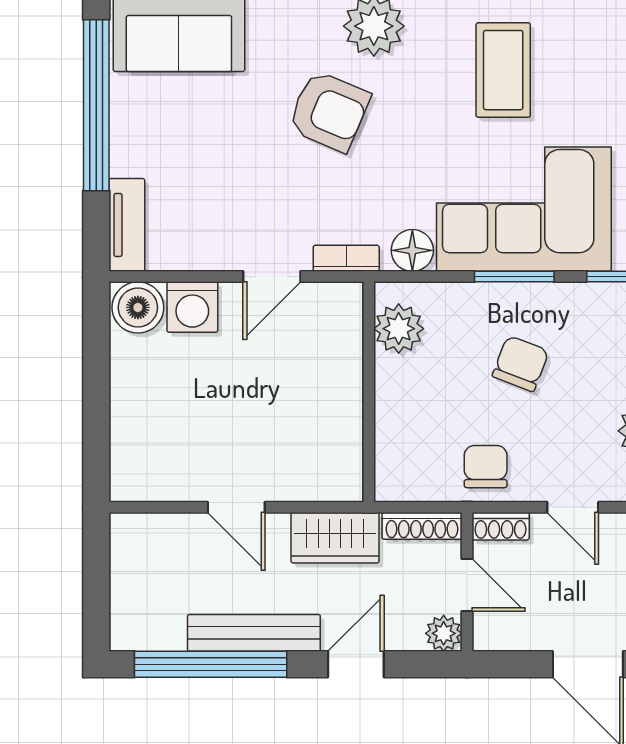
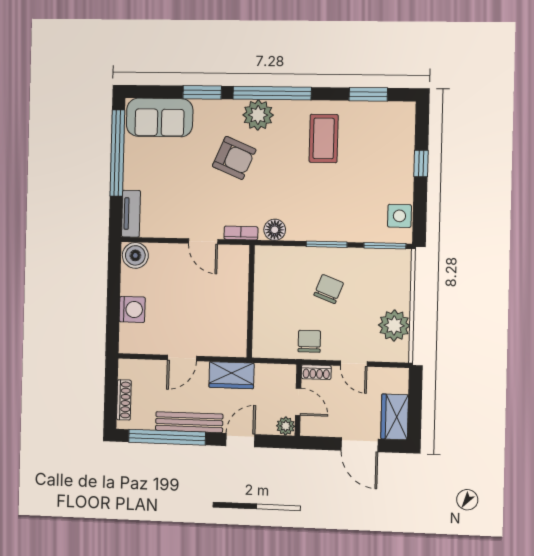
corner sofa: (524, 209) -> (332, 210), removed
door: (272, 277) -> (203, 241), hinge flipped
washing machine: (192, 307) -> (132, 309), moved, turned -90
plant: (399, 329) -> (267, 269), removed
door: (236, 507) -> (182, 358), hinge flipped
shoe rack: (422, 526) -> (124, 400), moved, turned -90

